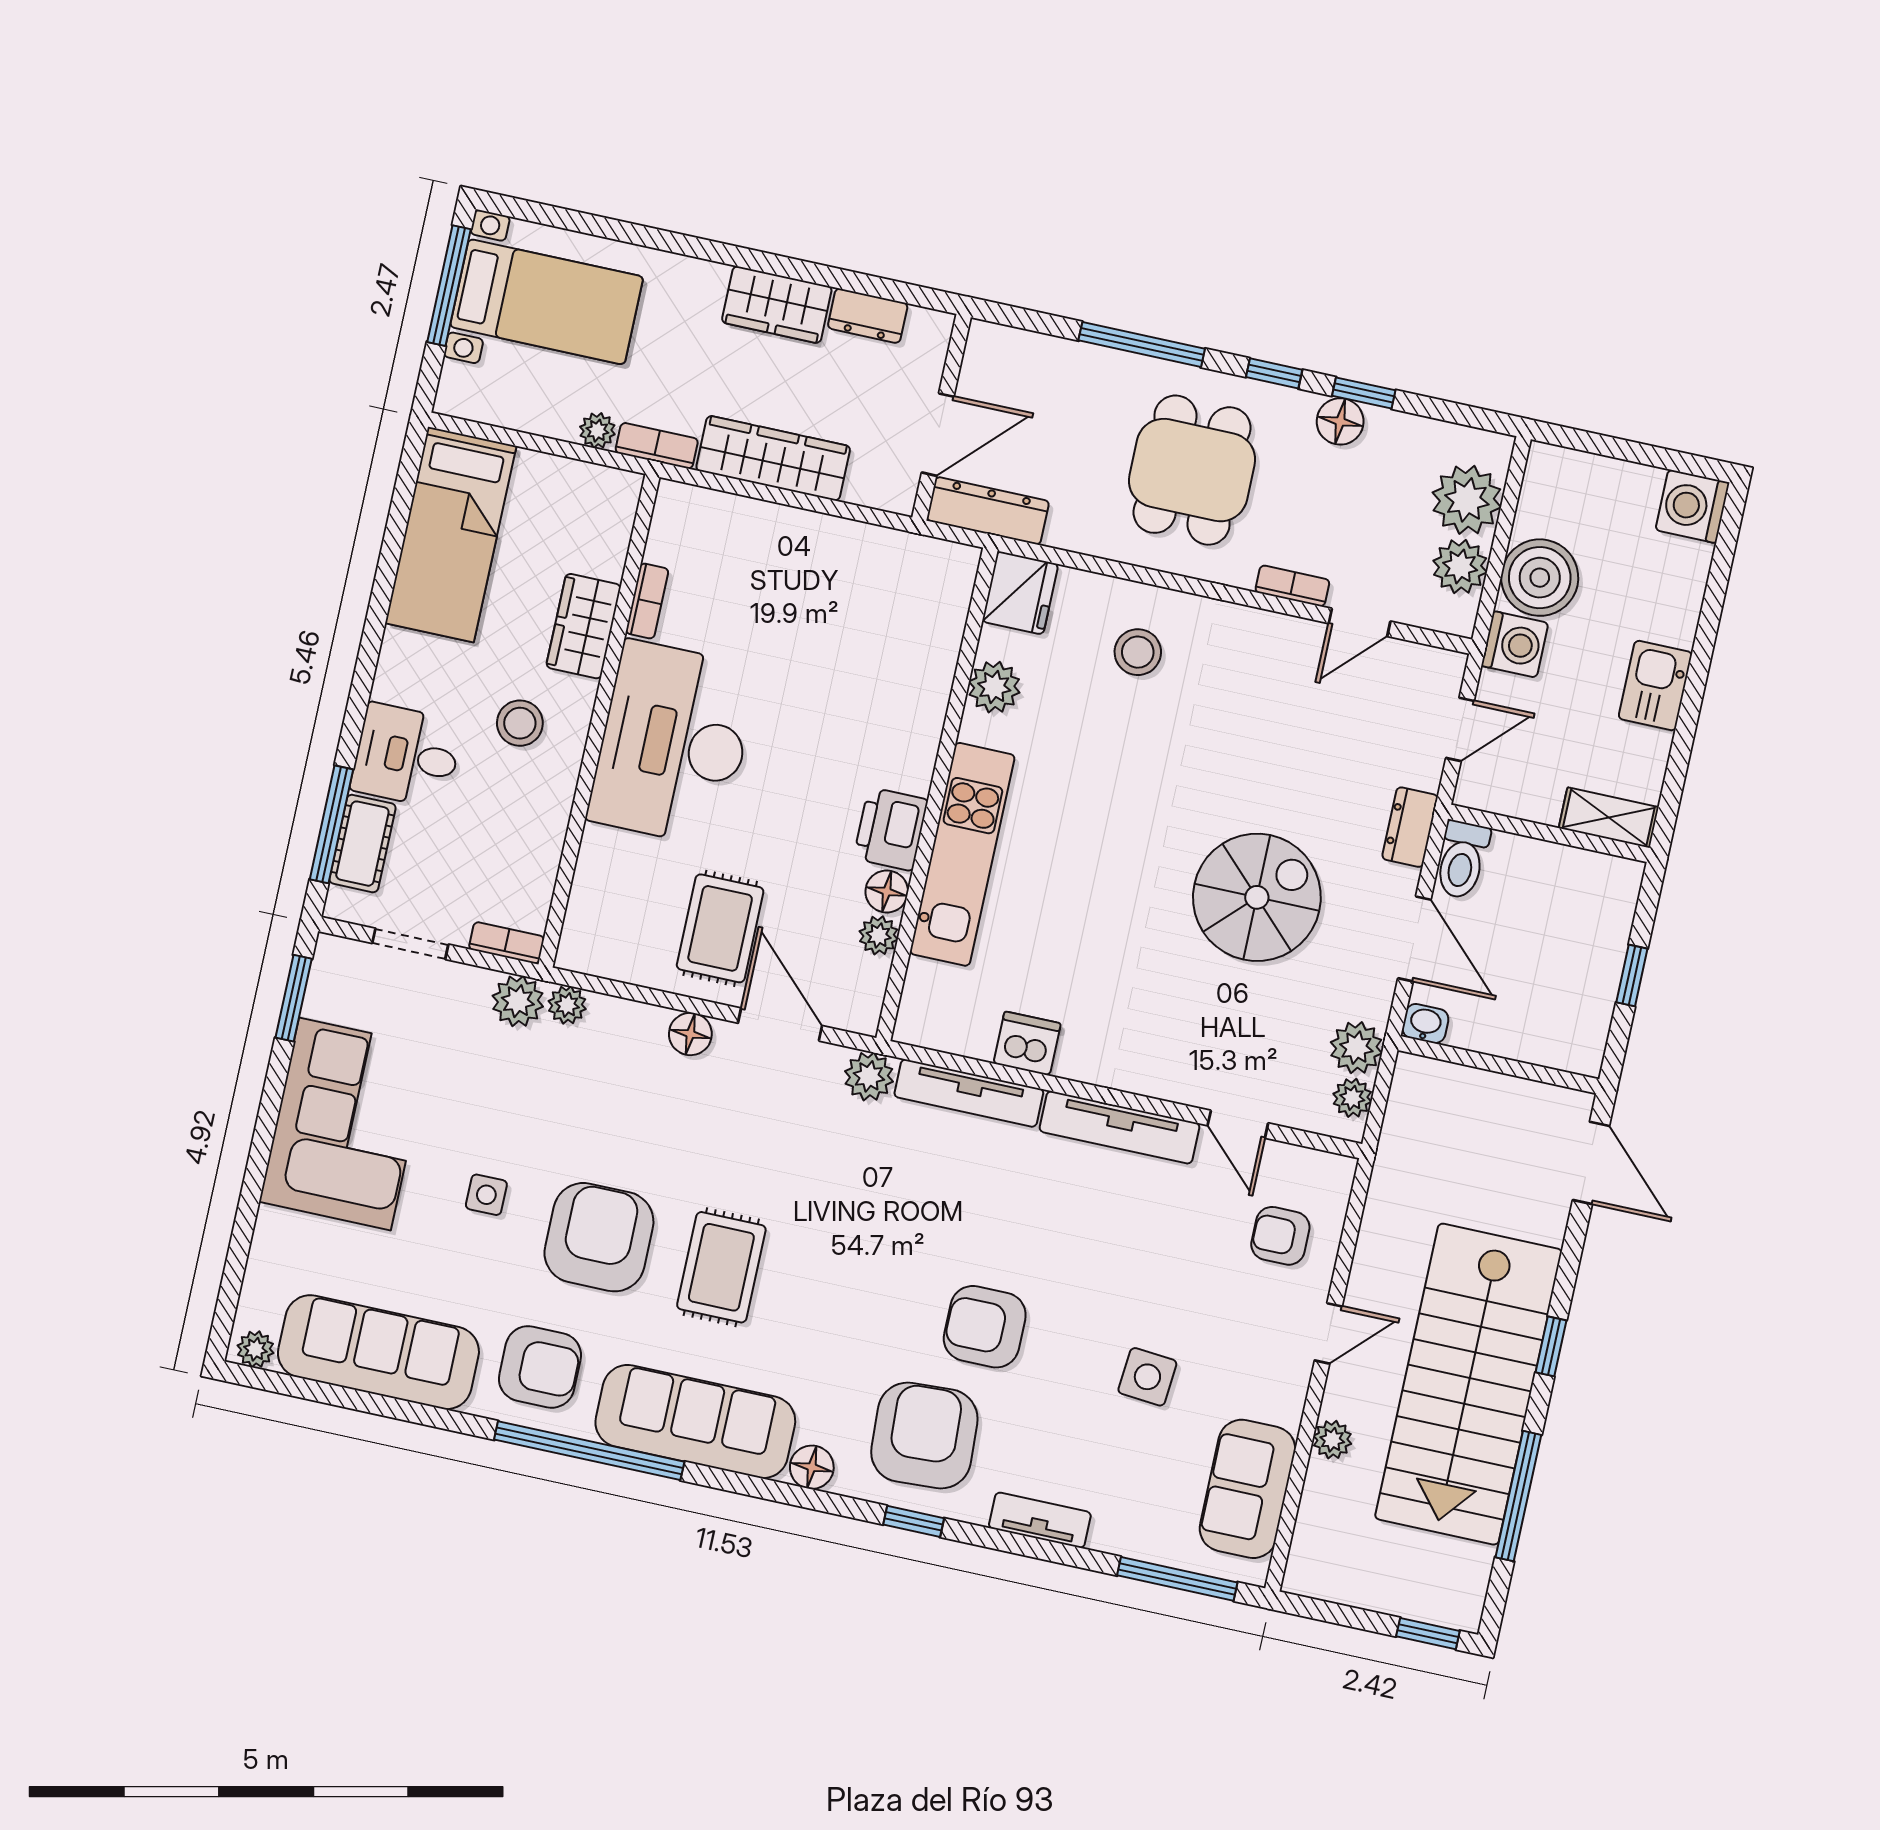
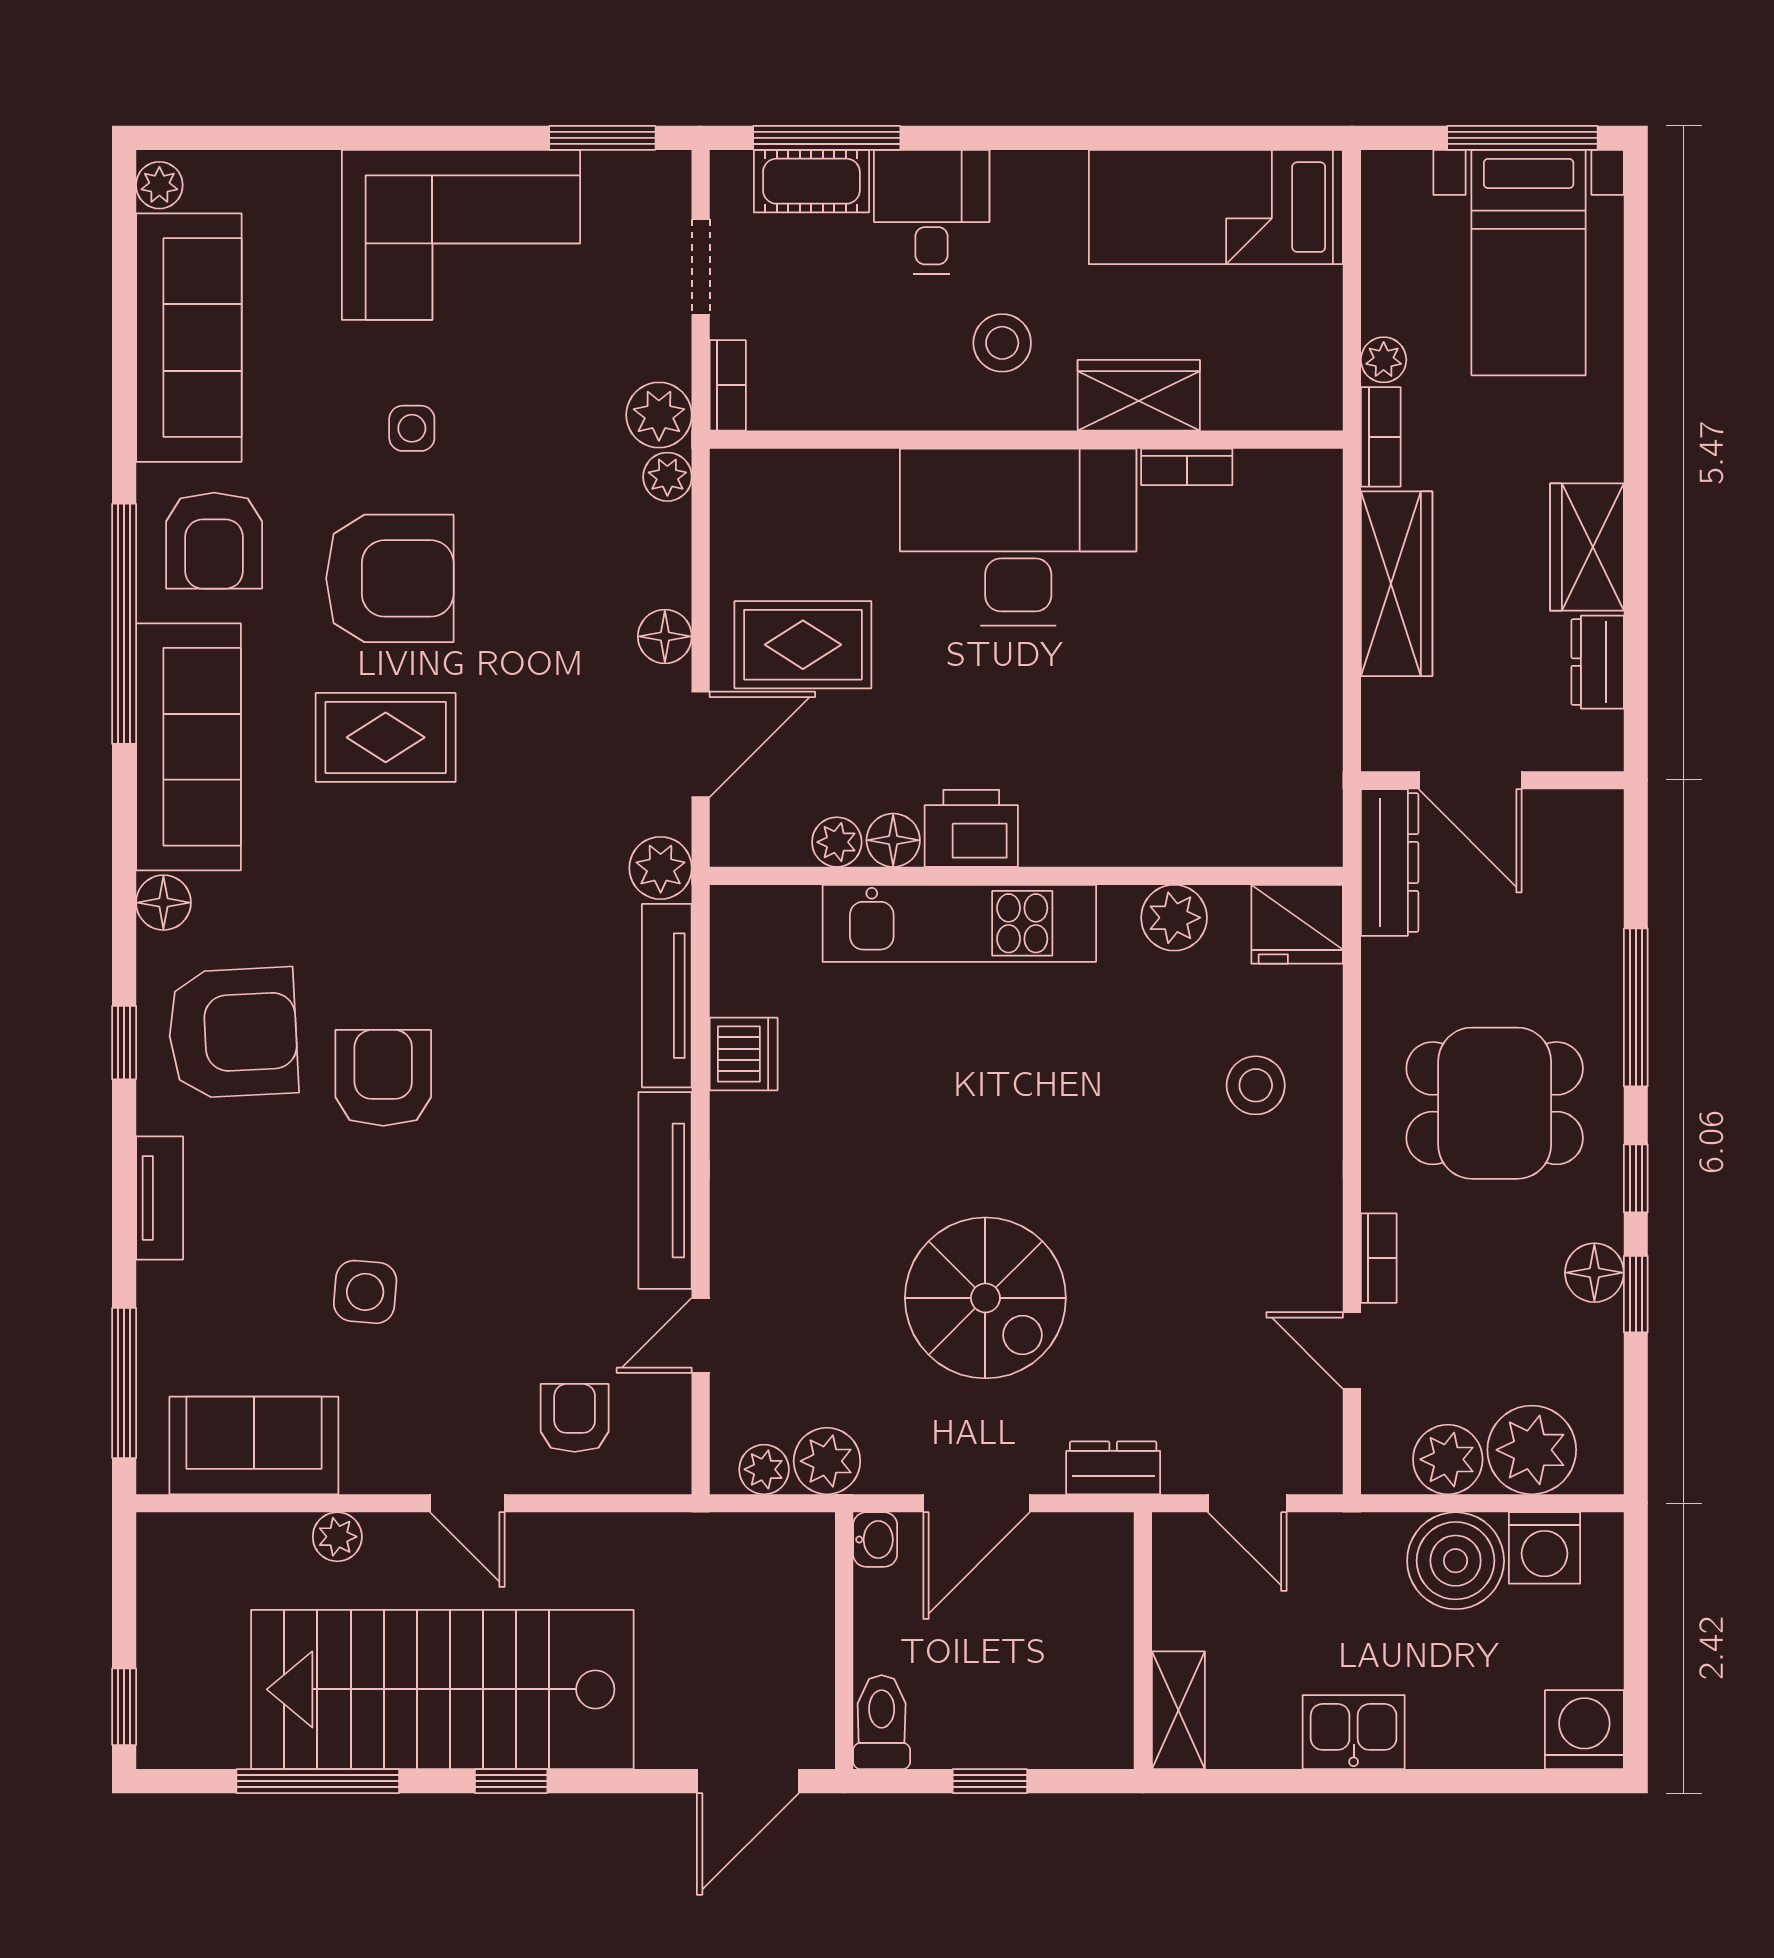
washing machine: (1515, 644) -> (1545, 1548), moved
toilet: (1462, 860) -> (882, 1722), moved, turned 90

